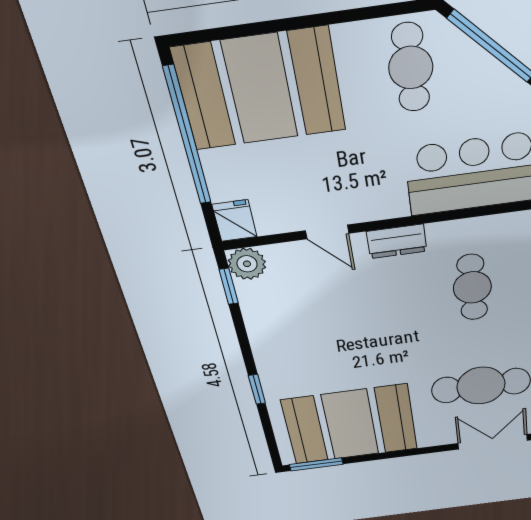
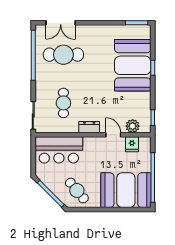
cafe table: (411, 68) -> (77, 190), turned -40
fridge: (235, 221) -> (132, 144), moved
plant: (247, 264) -> (133, 126), moved
booth: (350, 425) -> (133, 65), moved, turned 90

